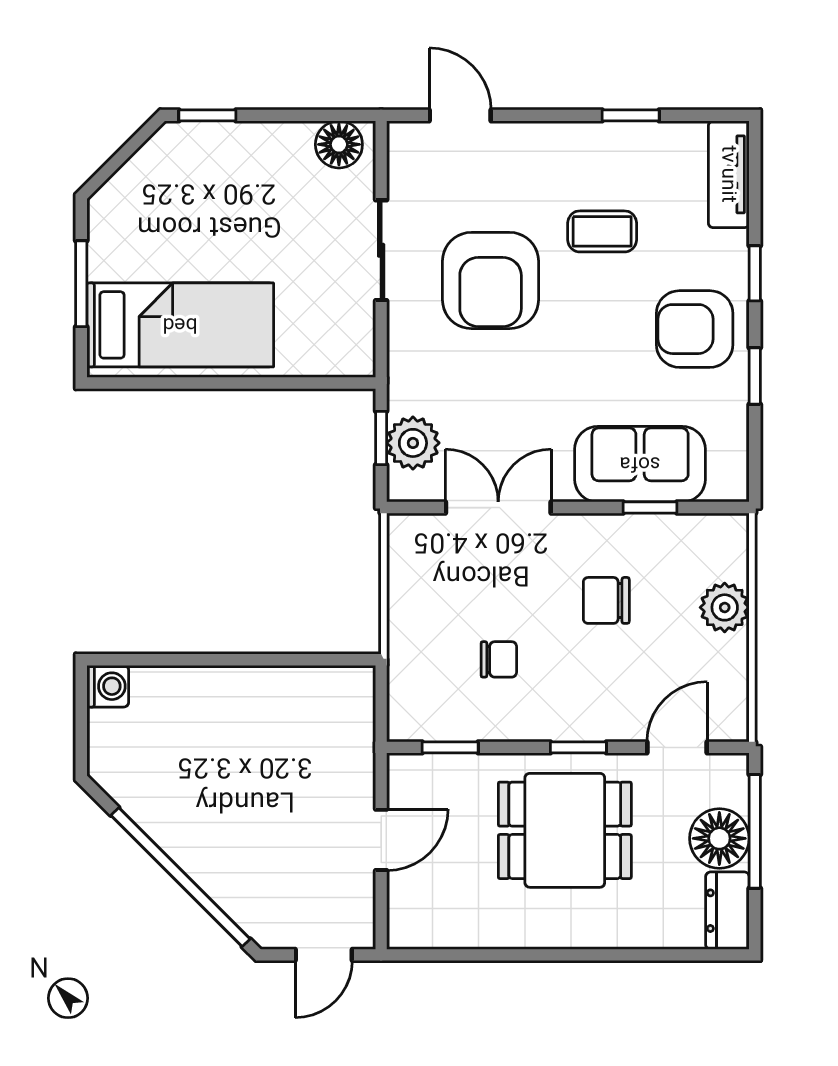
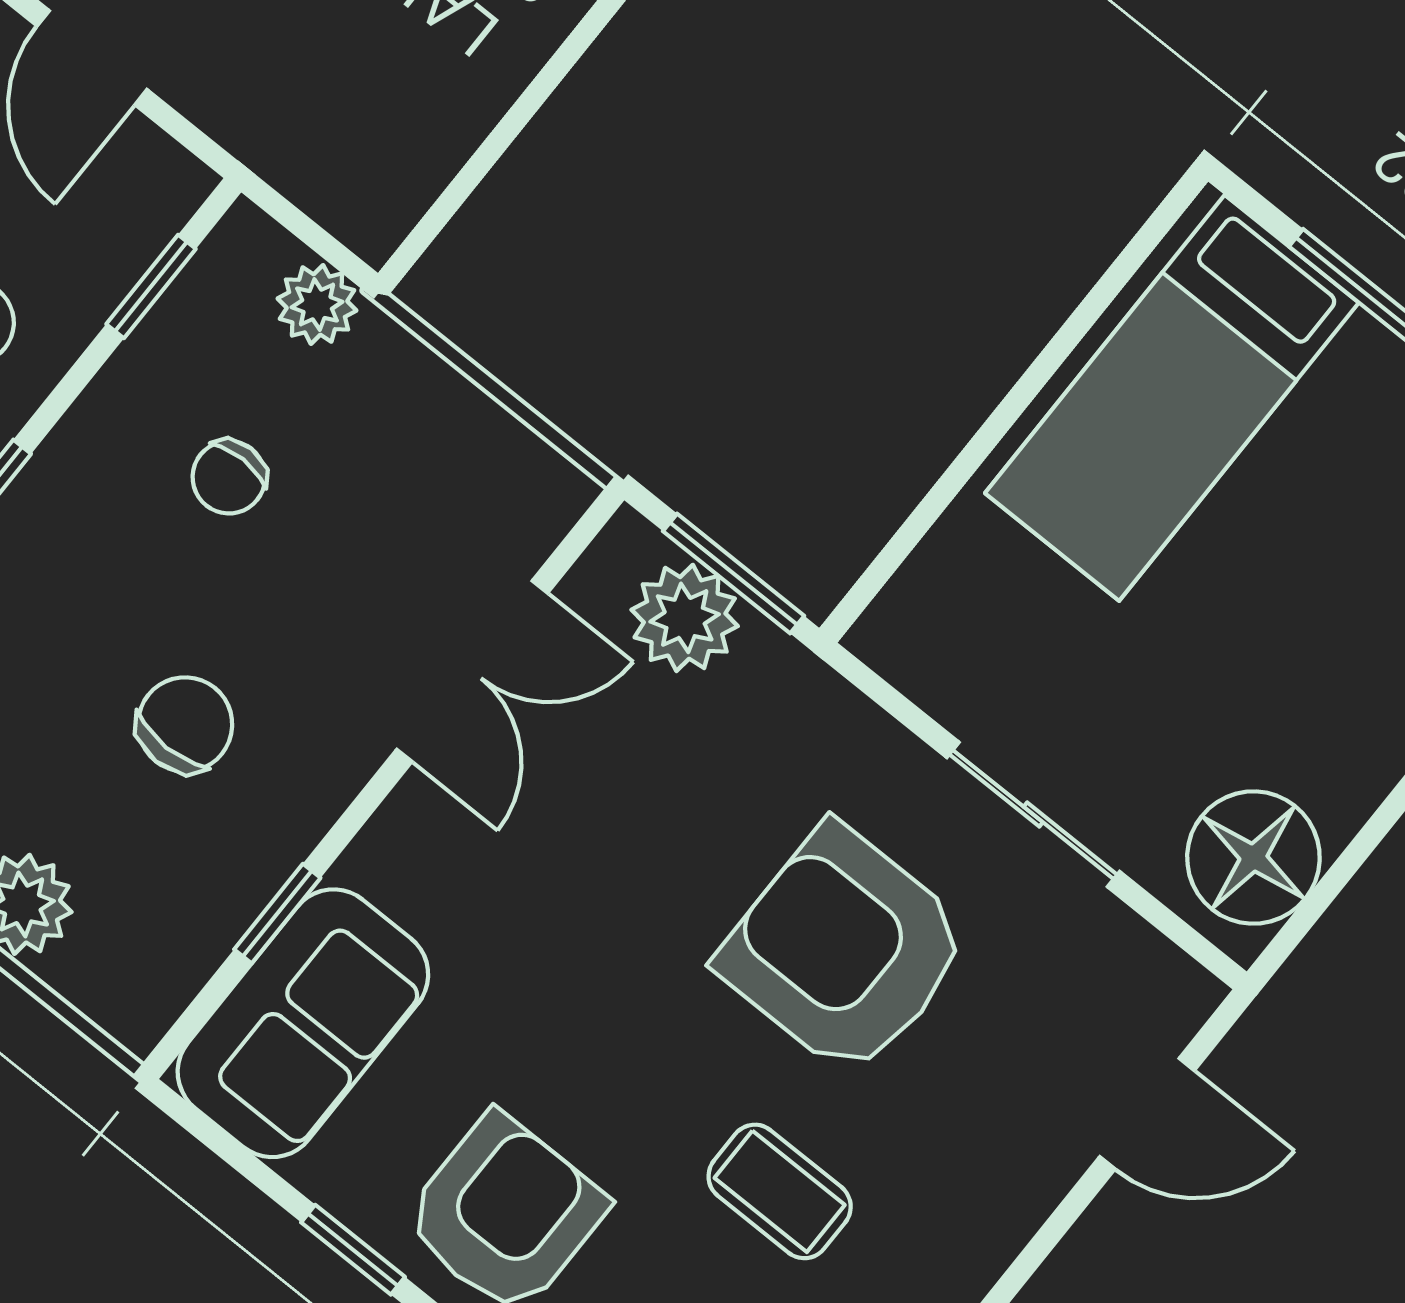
floor lamp: (339, 144) -> (1253, 858), width x1.38, depth x1.38
coffee table: (602, 231) -> (780, 1191), turned 90
window: (381, 438) -> (734, 574), width x1.50
sofa: (640, 464) -> (303, 1023), moved
plant: (406, 679) -> (317, 304), added

